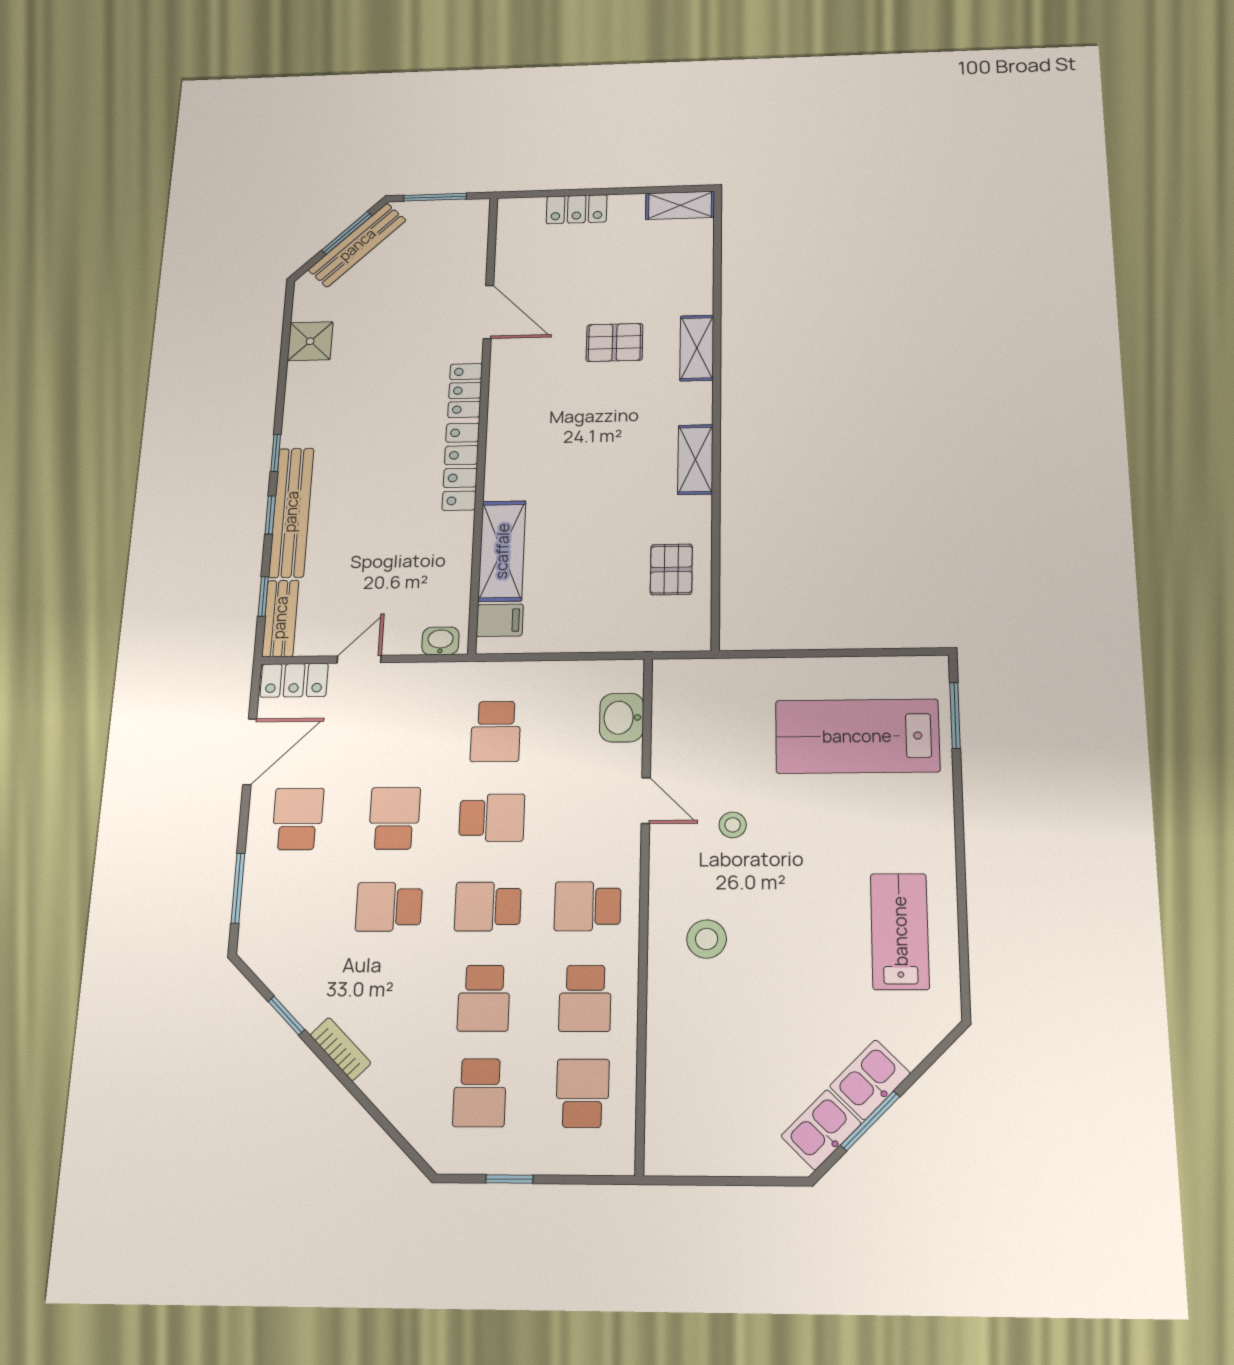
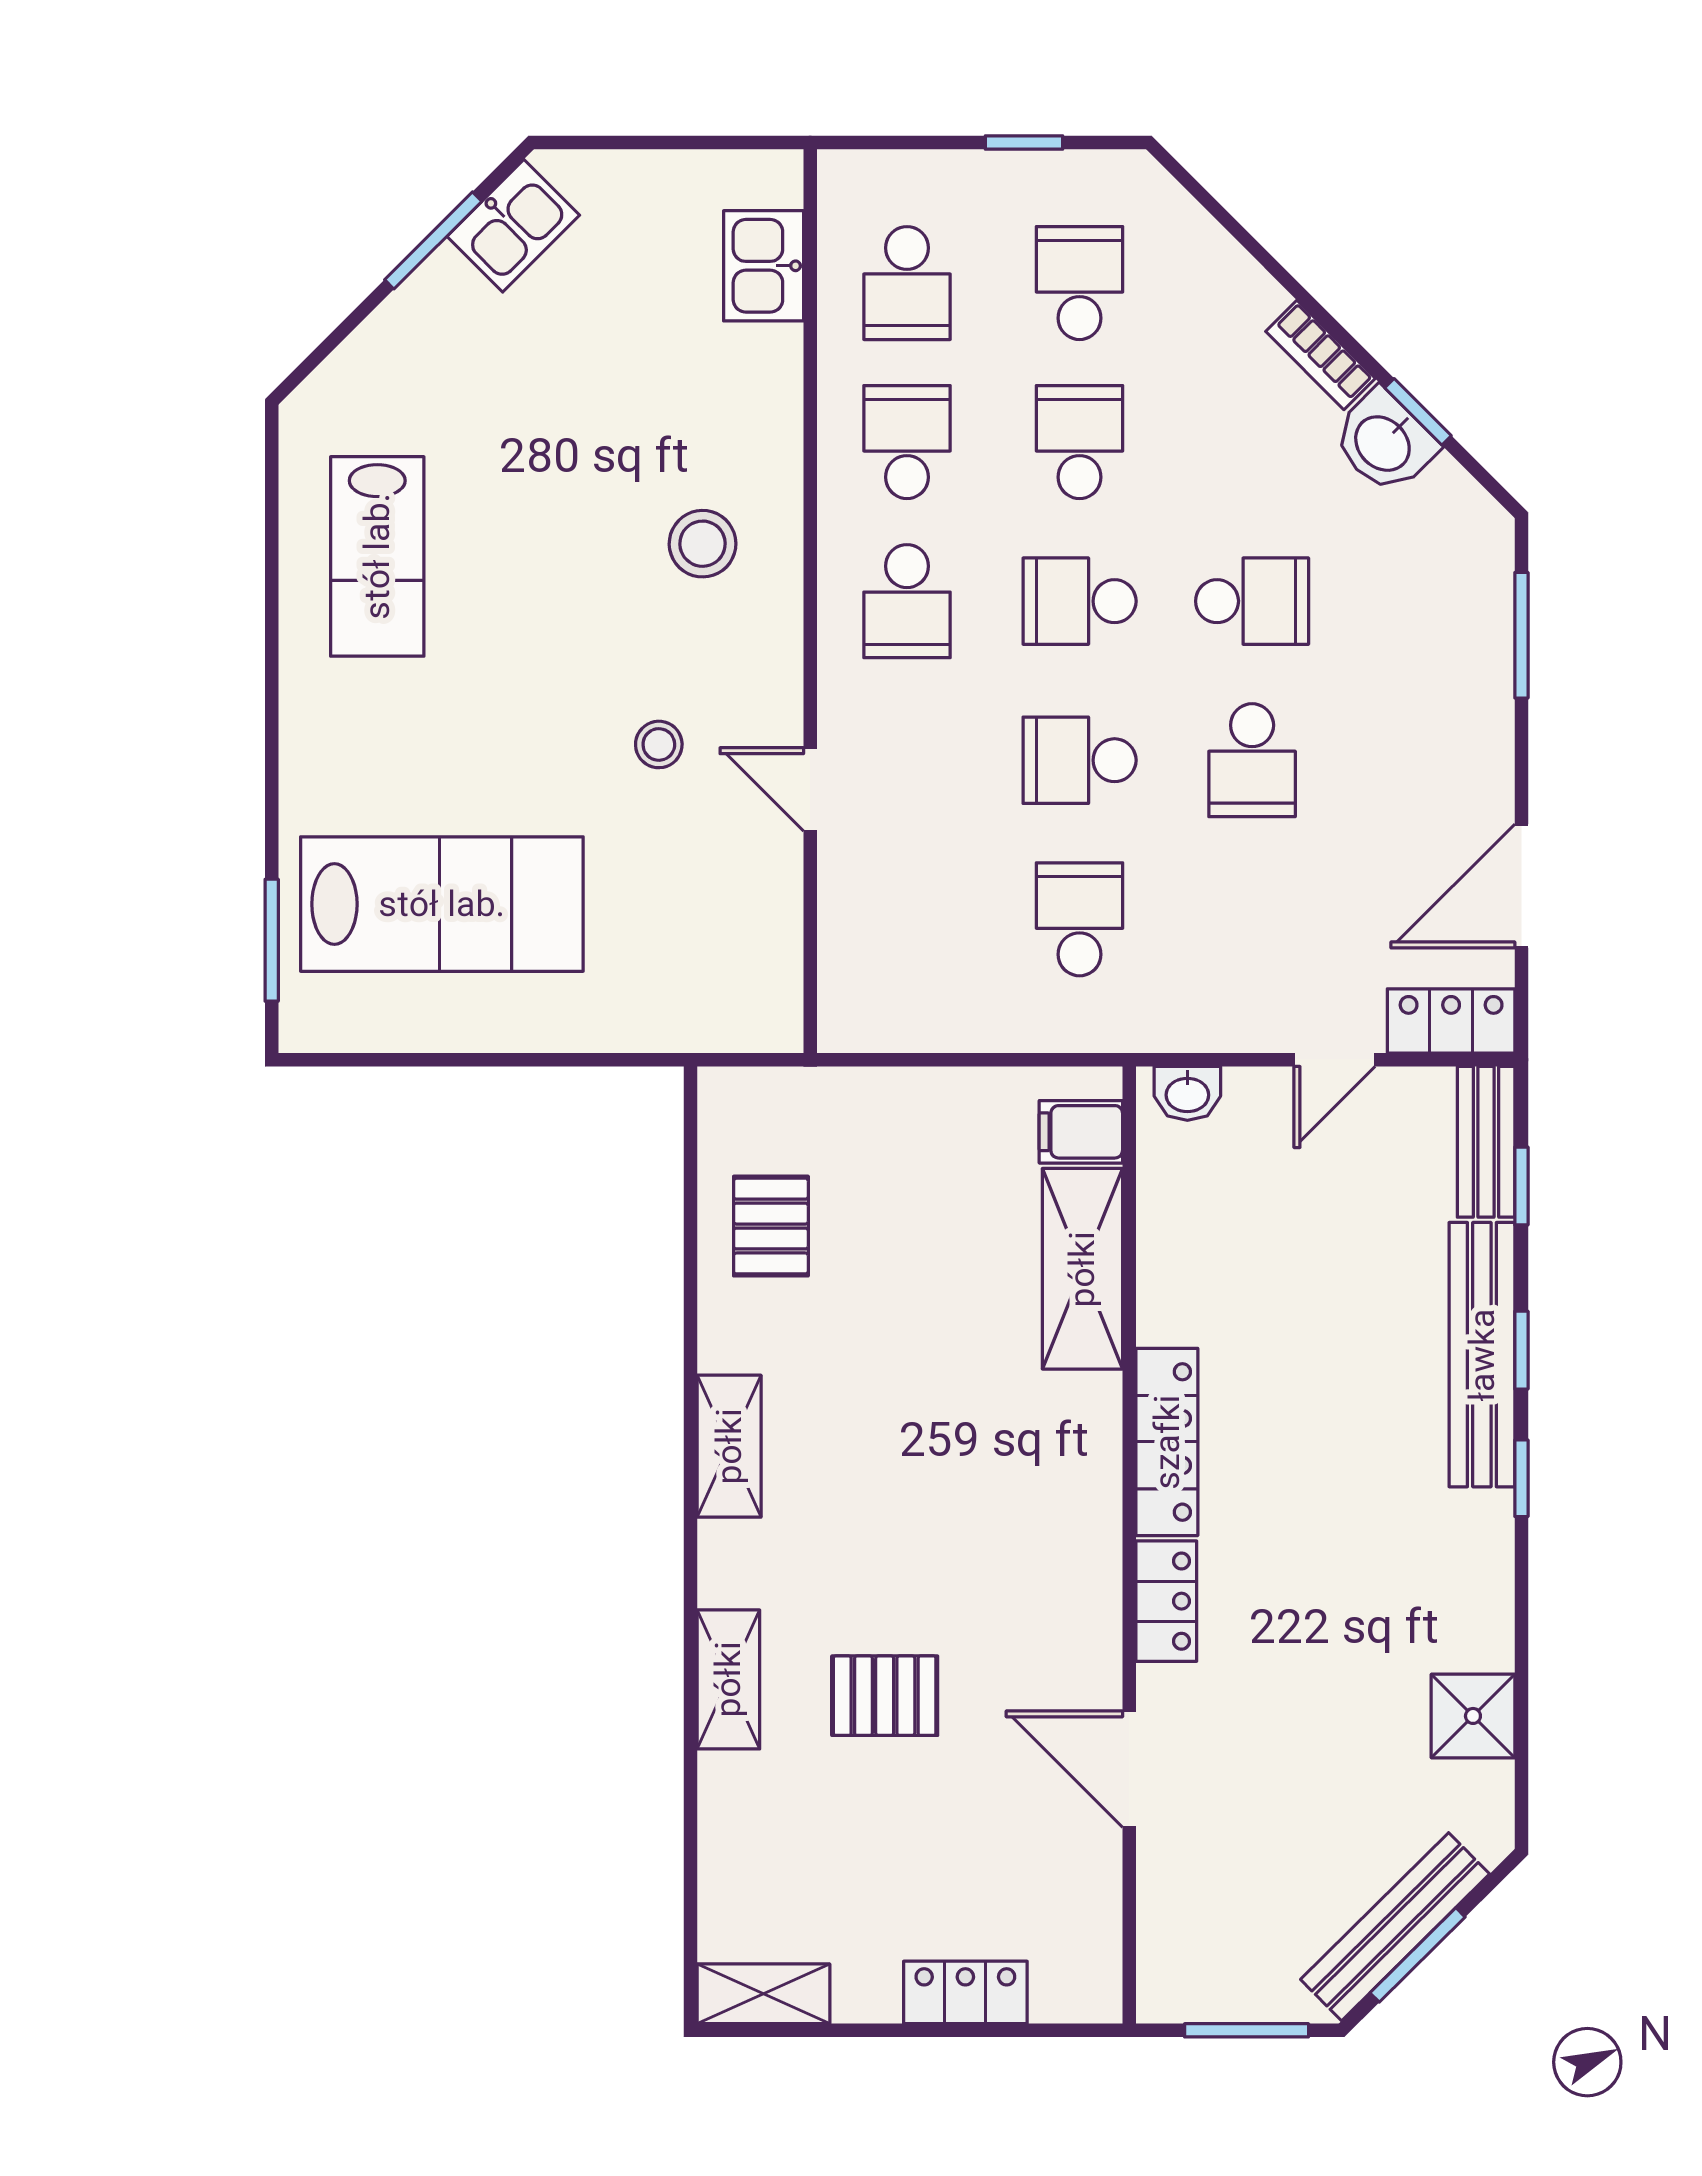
washbasin: (622, 718) -> (1384, 442), moved, turned 135
school desk: (298, 819) -> (1425, 760), removed
school desk: (588, 906) -> (907, 601), turned 90
school desk: (488, 907) -> (1080, 601), turned 180
kitchen sink: (870, 1080) -> (764, 266), moved, turned 135

